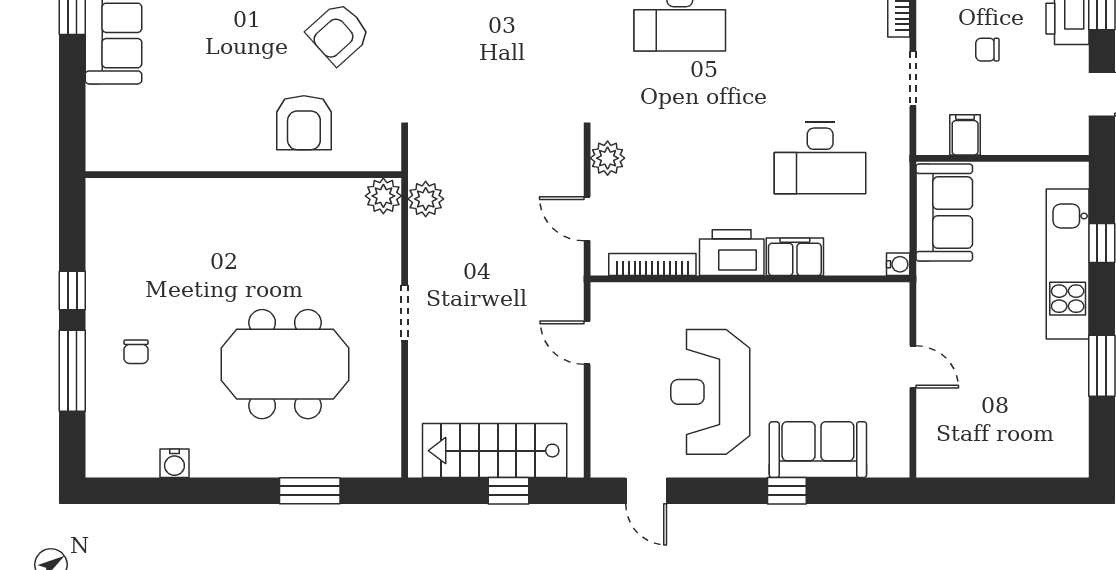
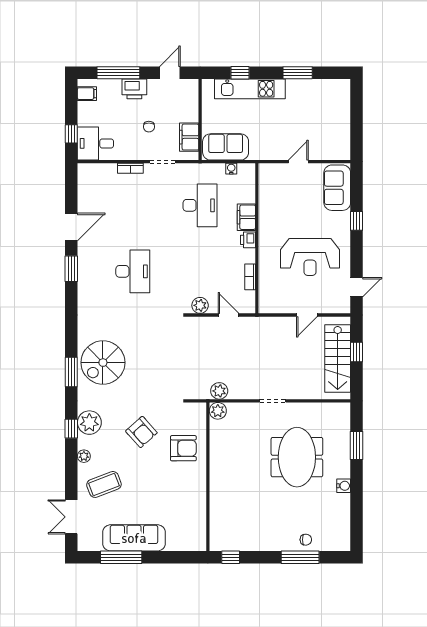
filing cabinet: (965, 135) -> (189, 137), width x2.00
door: (587, 219) -> (229, 315), swing flipped
printer: (732, 253) -> (248, 240), width x0.53, depth x0.68
water cooler: (898, 264) -> (231, 169), moved
bookcase: (652, 265) -> (250, 277), width x0.64
window: (72, 291) -> (231, 557), moved
door: (587, 343) -> (307, 315), moved
chair: (136, 352) -> (306, 540), moved
sofa: (818, 450) -> (337, 188), moved
water cooler: (174, 463) -> (344, 486), moved

